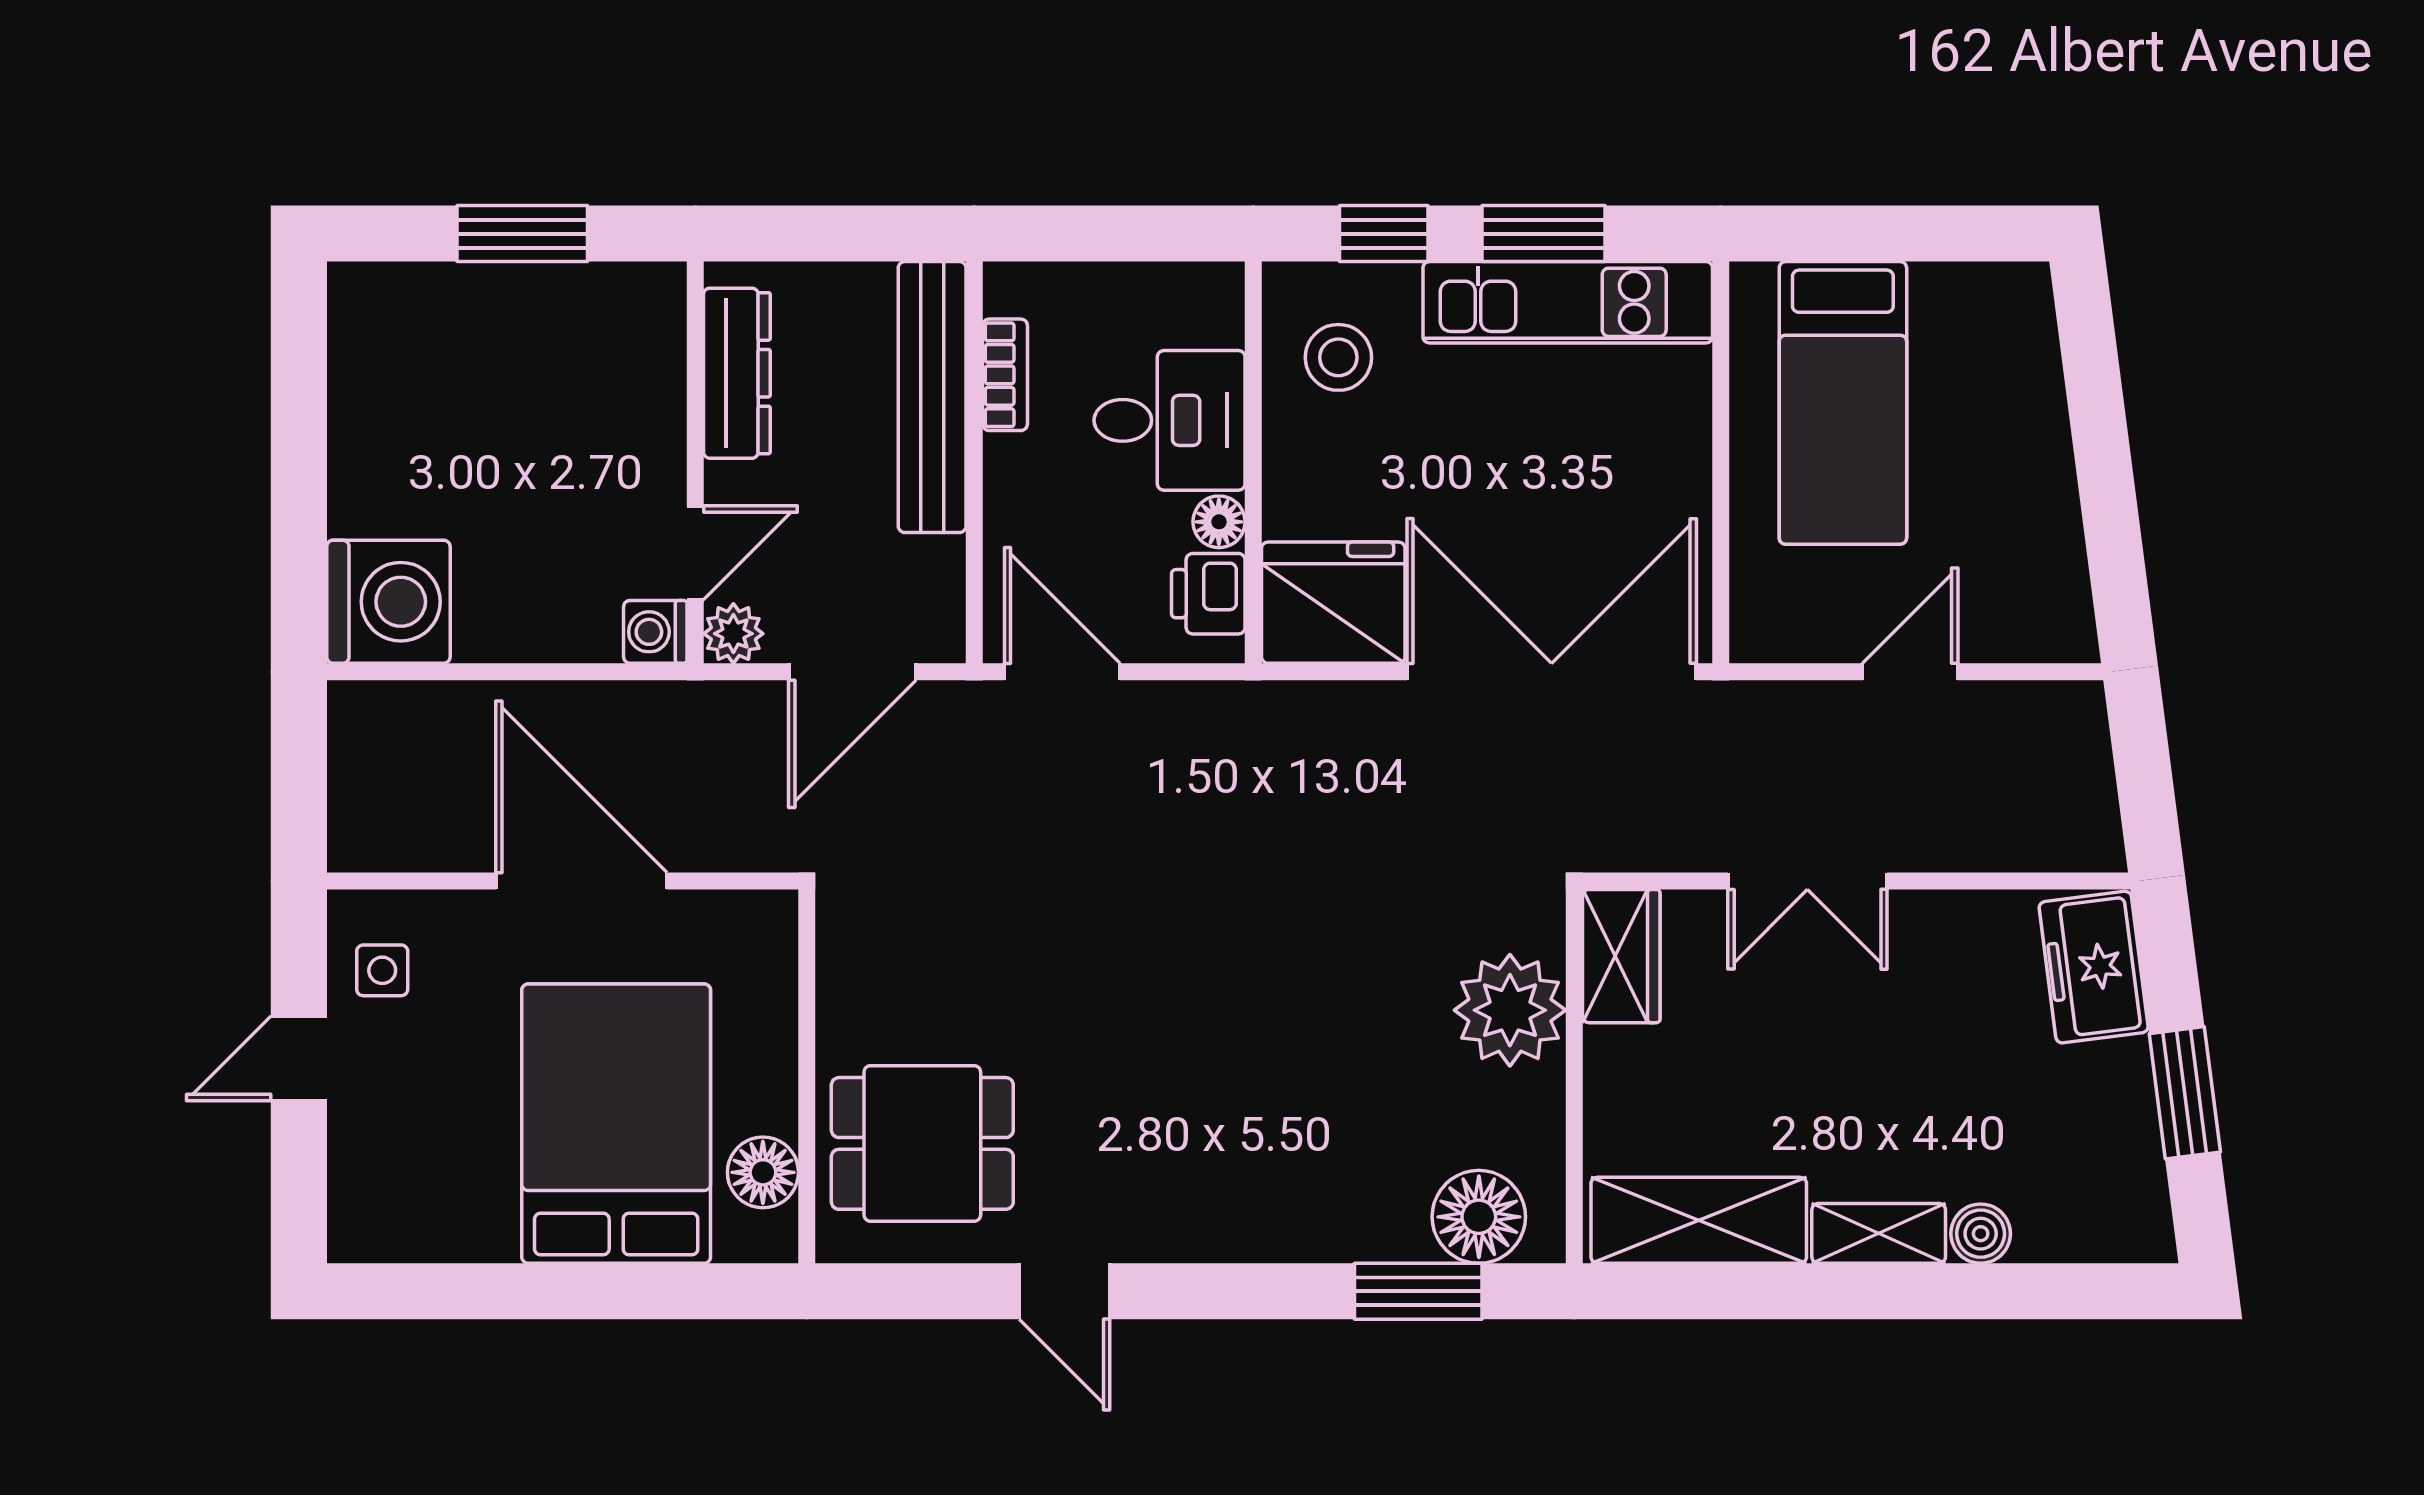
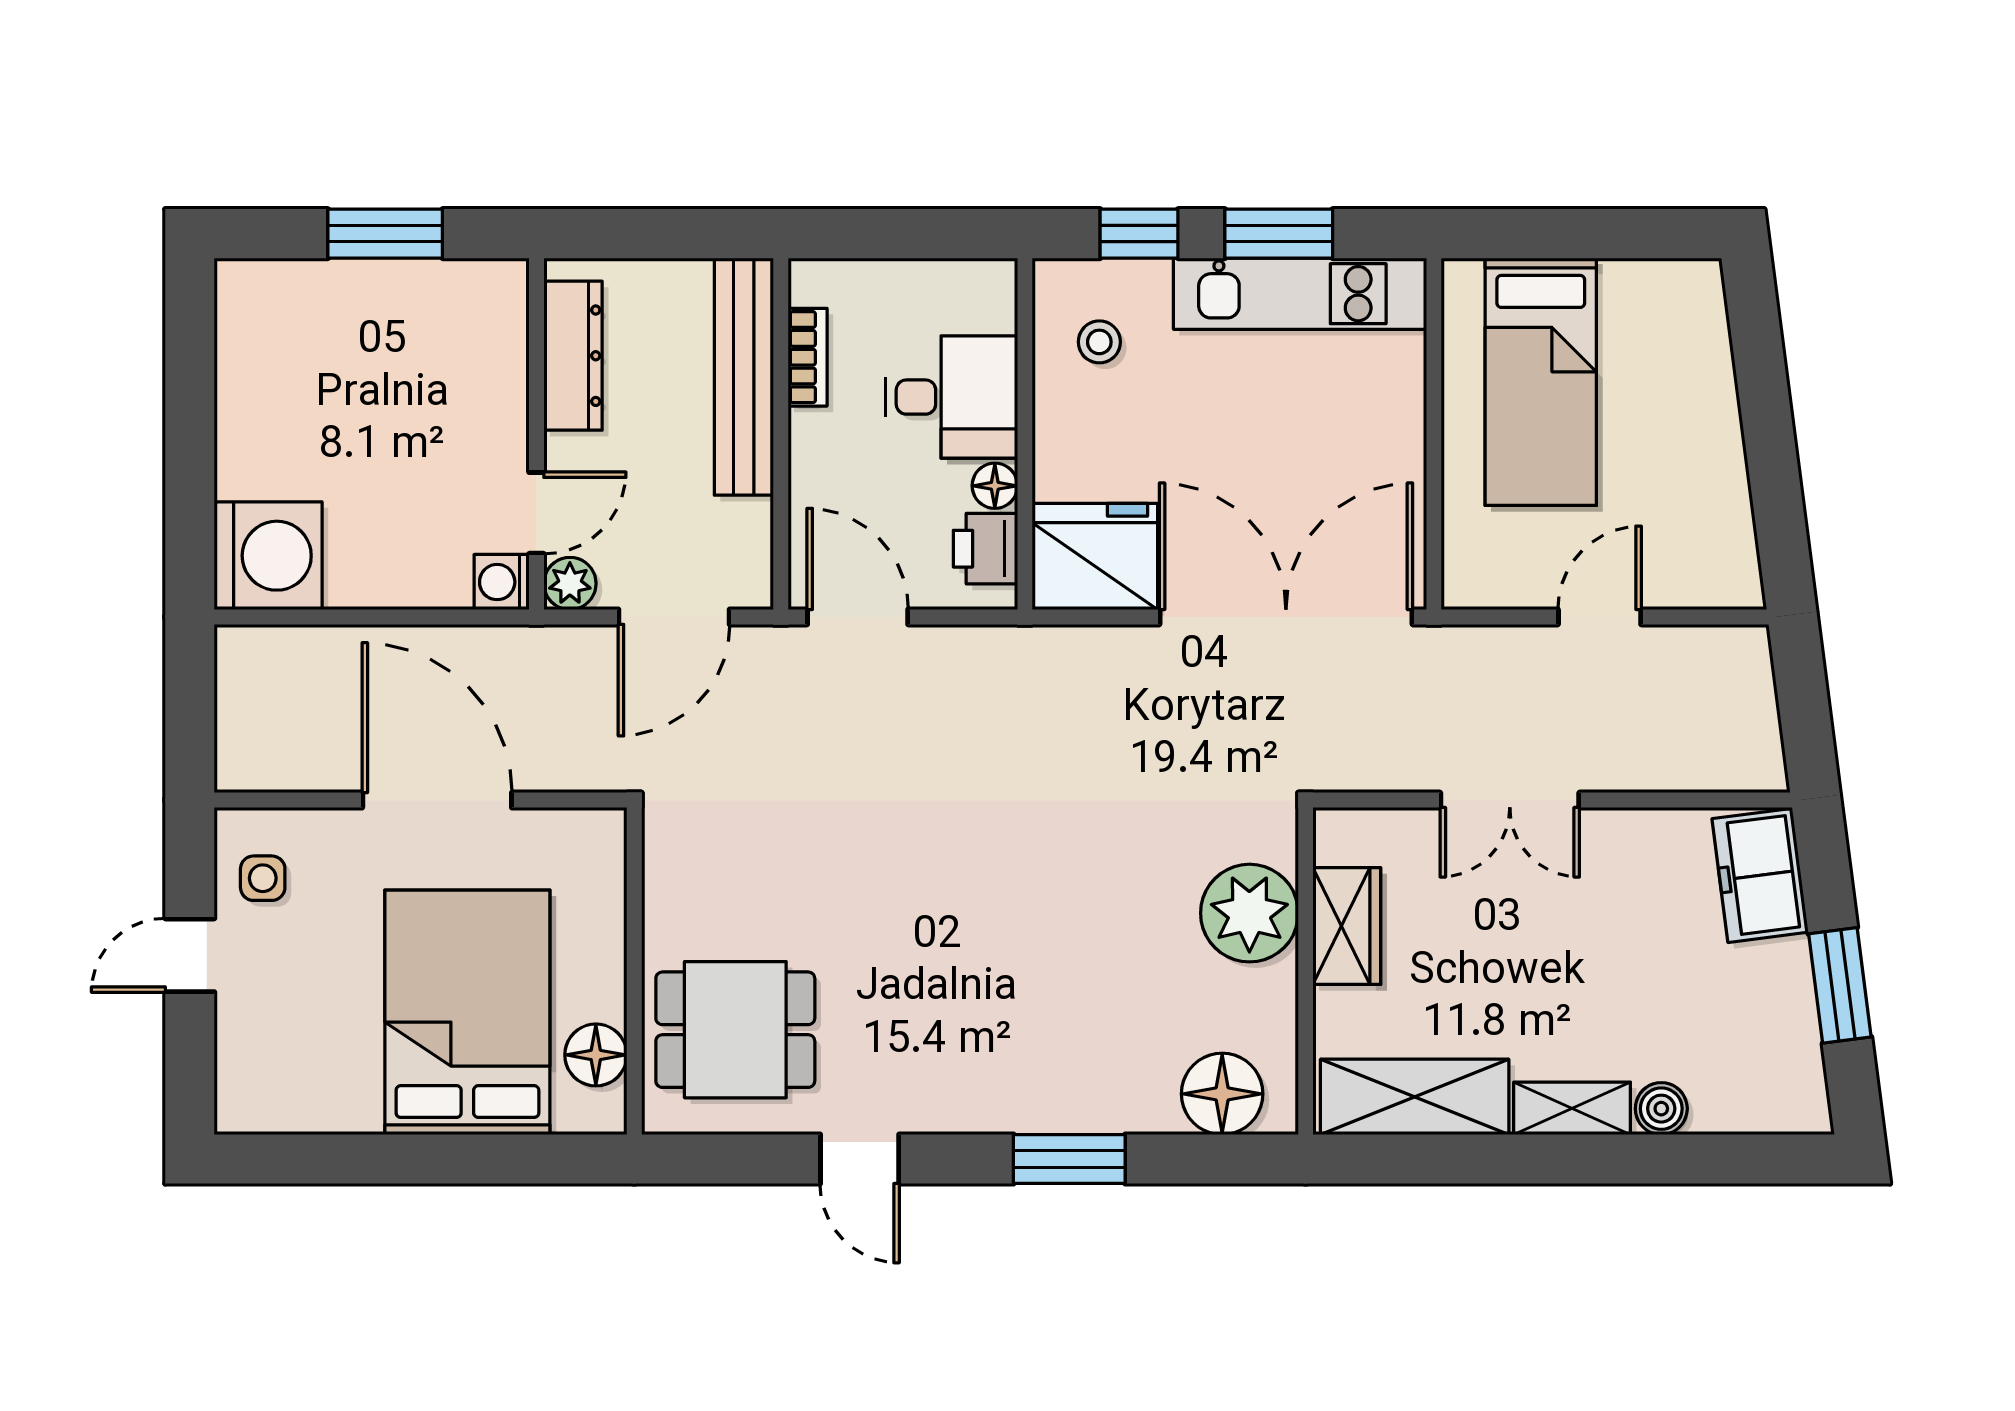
stool: (1338, 357) -> (1099, 342), width x0.73, depth x0.73
wardrobe: (1621, 956) -> (1347, 926), moved
window: (1418, 1291) -> (1069, 1159), moved

